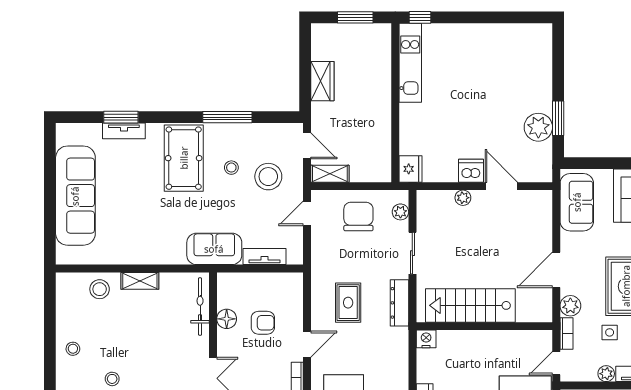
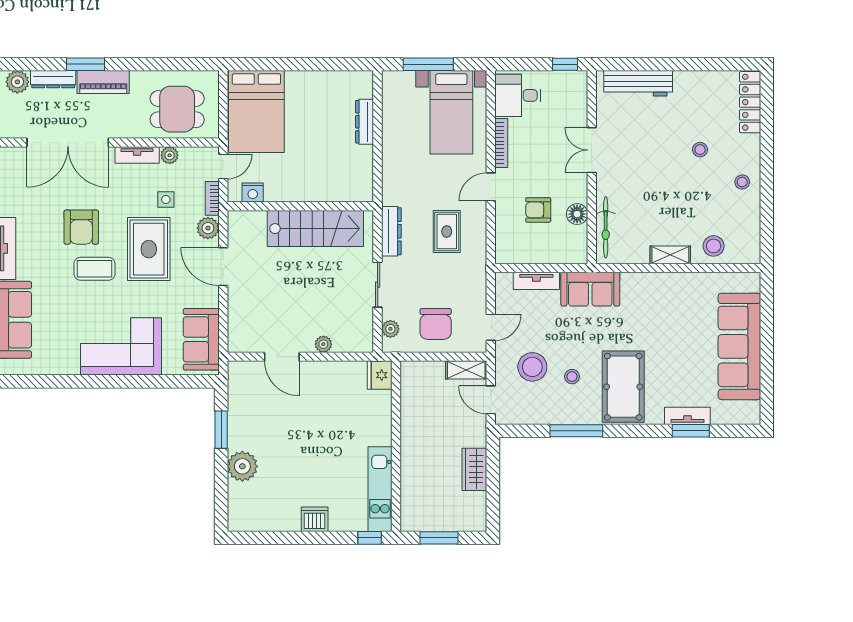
plant: (538, 127) -> (242, 466), moved
dishwasher: (471, 171) -> (315, 519), moved, turned 180
door: (556, 270) -> (223, 267), swing flipped
nightstand: (426, 339) -> (253, 192), moved

